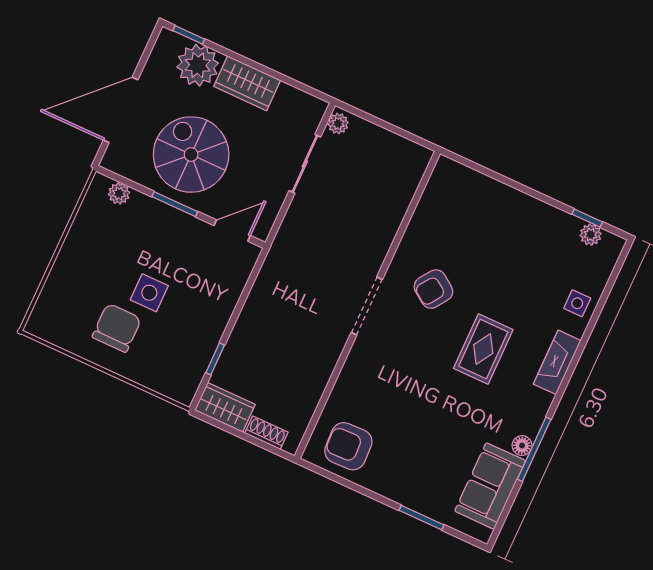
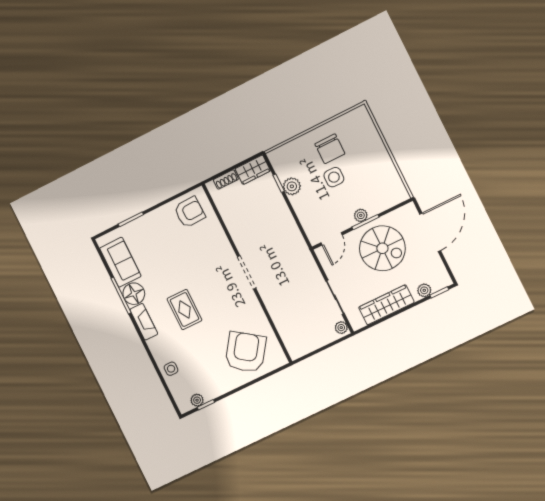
plant: (198, 65) -> (424, 290), width x0.53, depth x0.53
wardrobe: (247, 83) -> (386, 305), width x1.50
plant: (119, 193) -> (361, 215), moved
armchair: (433, 289) -> (246, 352), moved, width x1.88, depth x1.88
plant: (205, 338) -> (292, 186), added
fireplace: (557, 362) -> (144, 322), moved
floor lamp: (522, 446) -> (134, 294), width x1.89, depth x1.89

